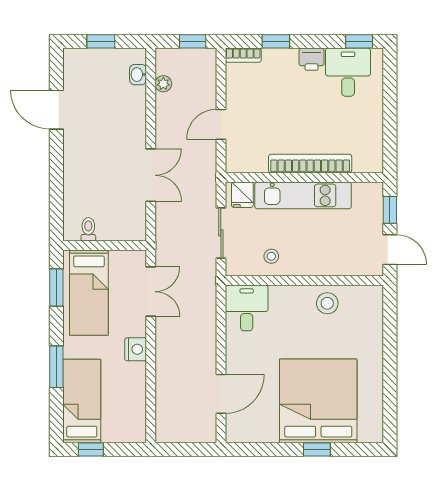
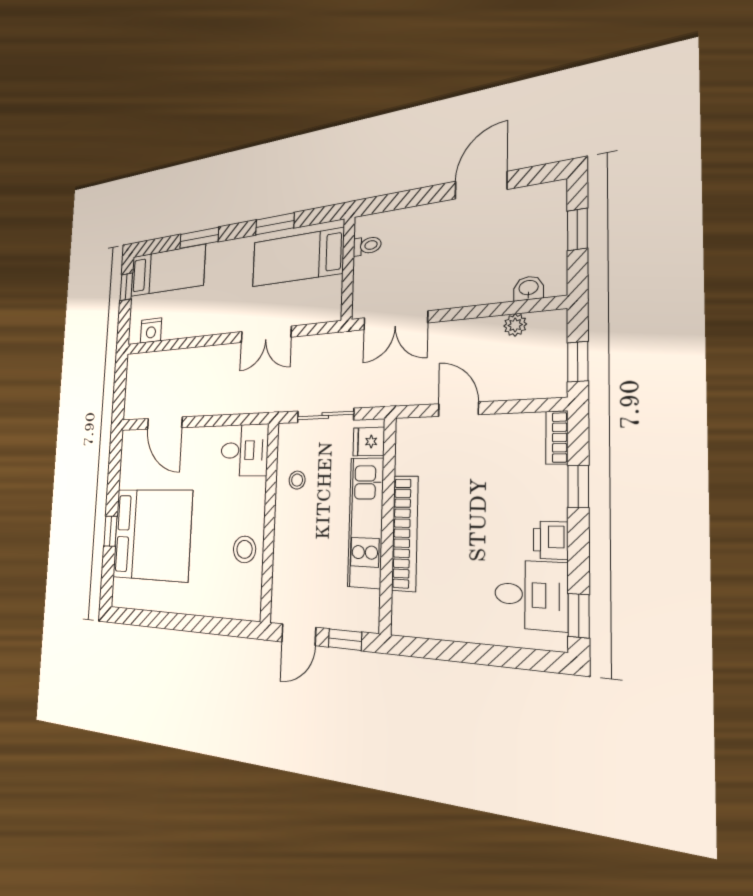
toilet: (88, 229) -> (367, 246), moved
wall: (105, 245) -> (348, 269), moved
bed: (89, 293) -> (297, 258), moved
nightstand: (136, 349) -> (151, 330), moved

